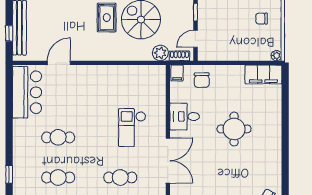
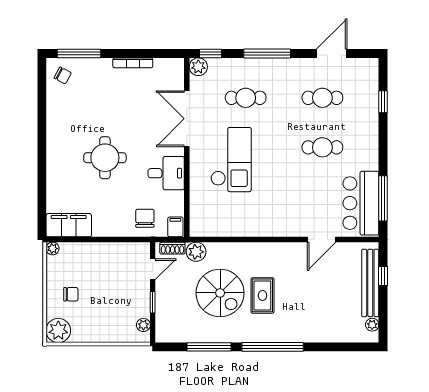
window: (9, 96) -> (383, 198), added
checkout: (132, 128) -> (231, 160), width x1.36, depth x1.21

